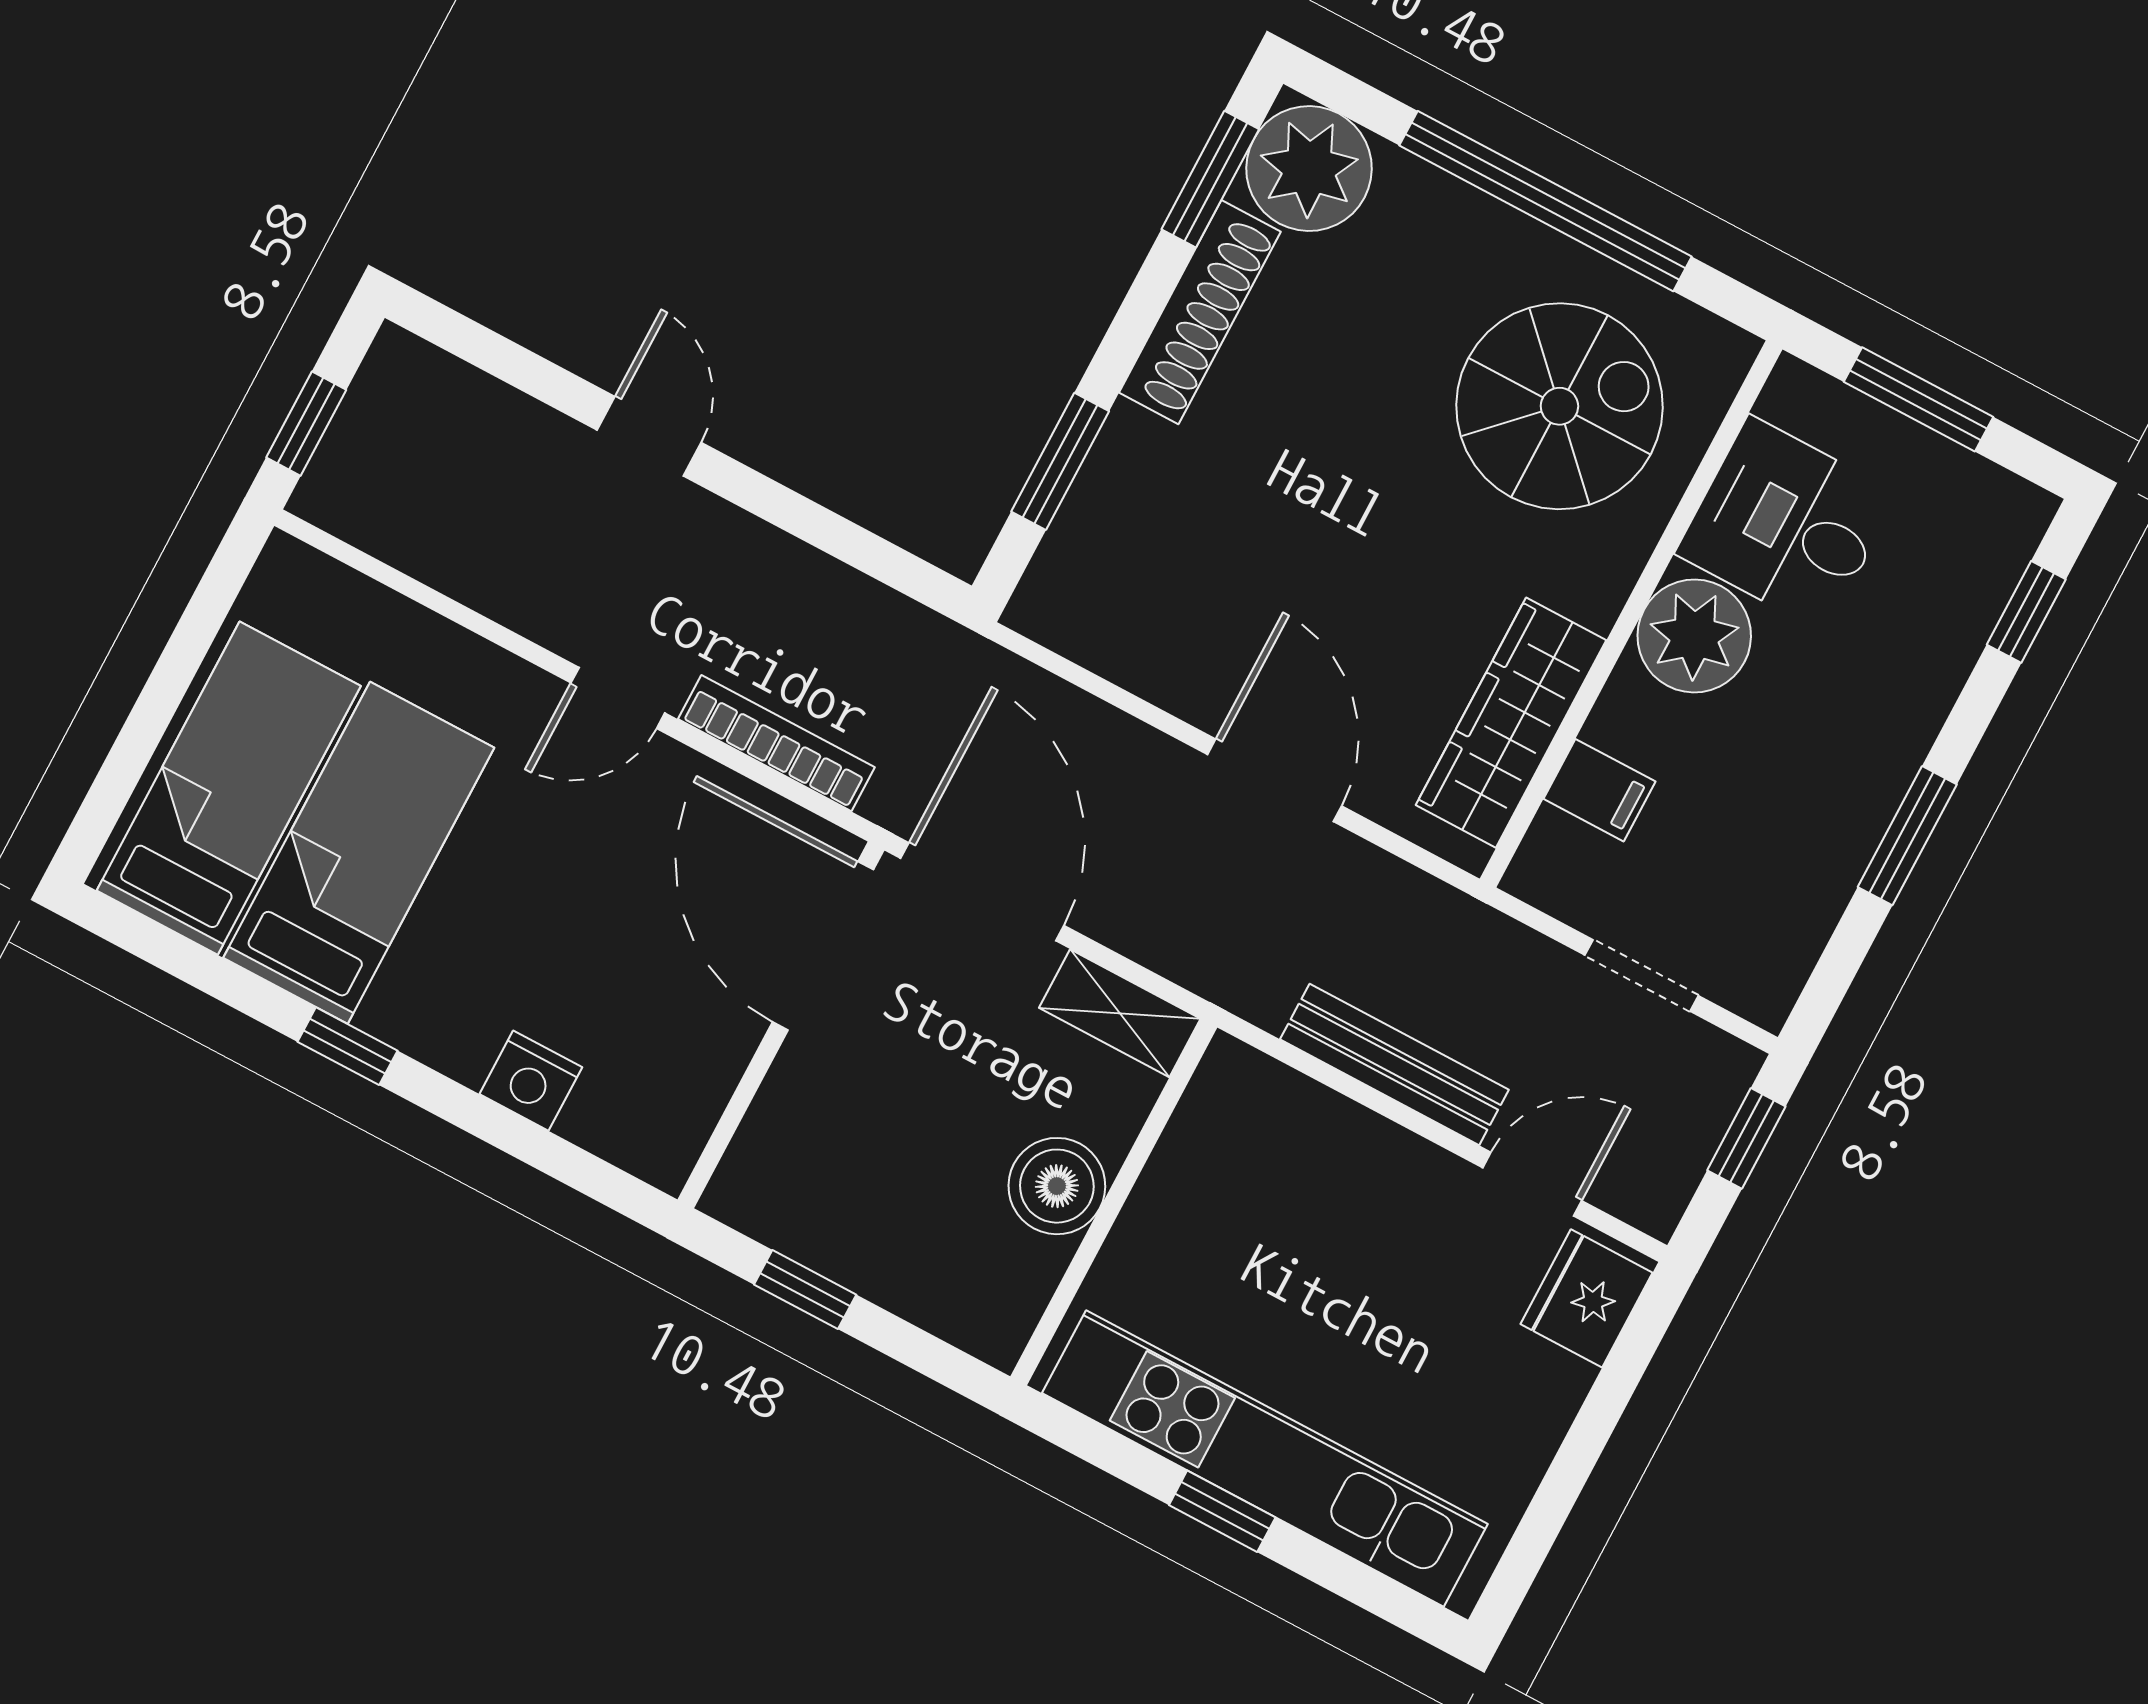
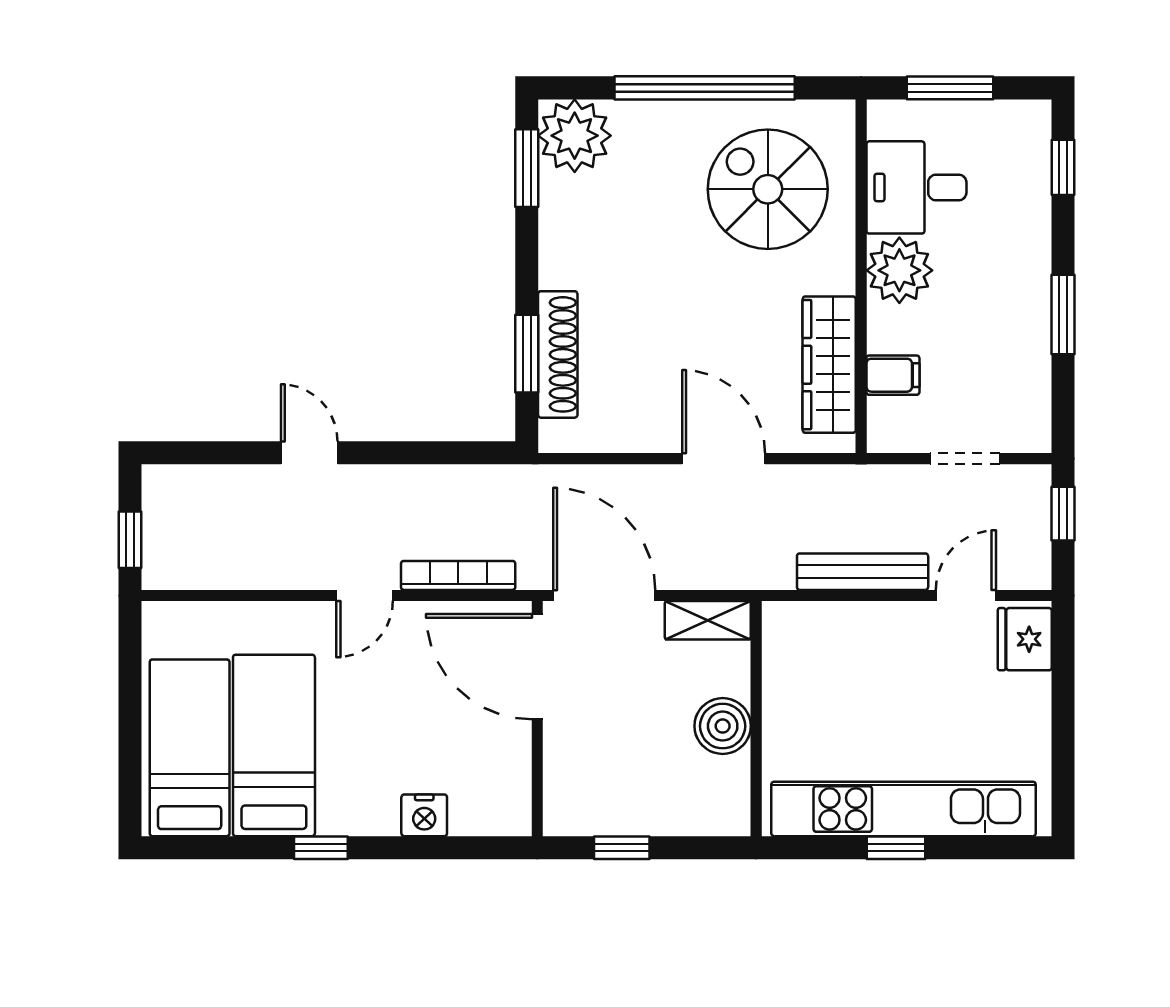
shoe rack: (1200, 312) -> (558, 354), moved
spiral stairs: (1559, 406) -> (768, 189), turned -90

